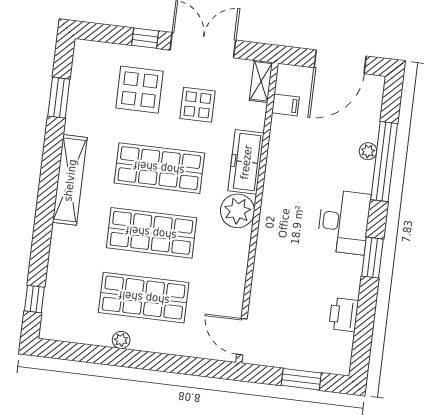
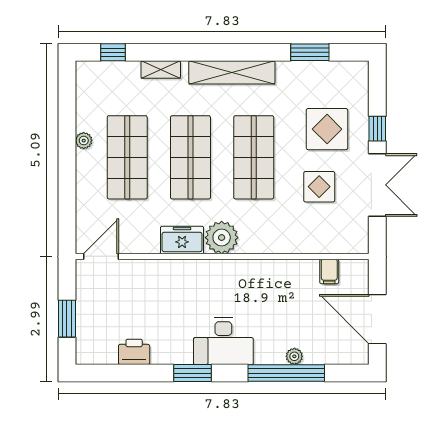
shelving: (261, 81) -> (161, 69), moved
freezer: (246, 162) -> (182, 240), moved, width x0.71

